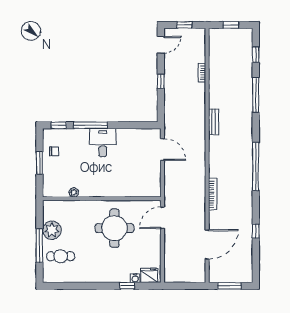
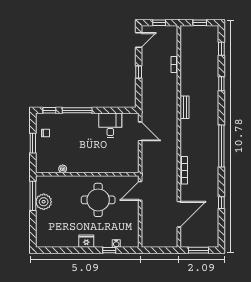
window: (256, 95) -> (221, 84), width x0.46
desk: (103, 143) -> (110, 125), moved
window: (39, 246) -> (33, 196), moved
cafe table: (61, 256) -> (51, 224), removed
fridge: (149, 275) -> (86, 241), moved

